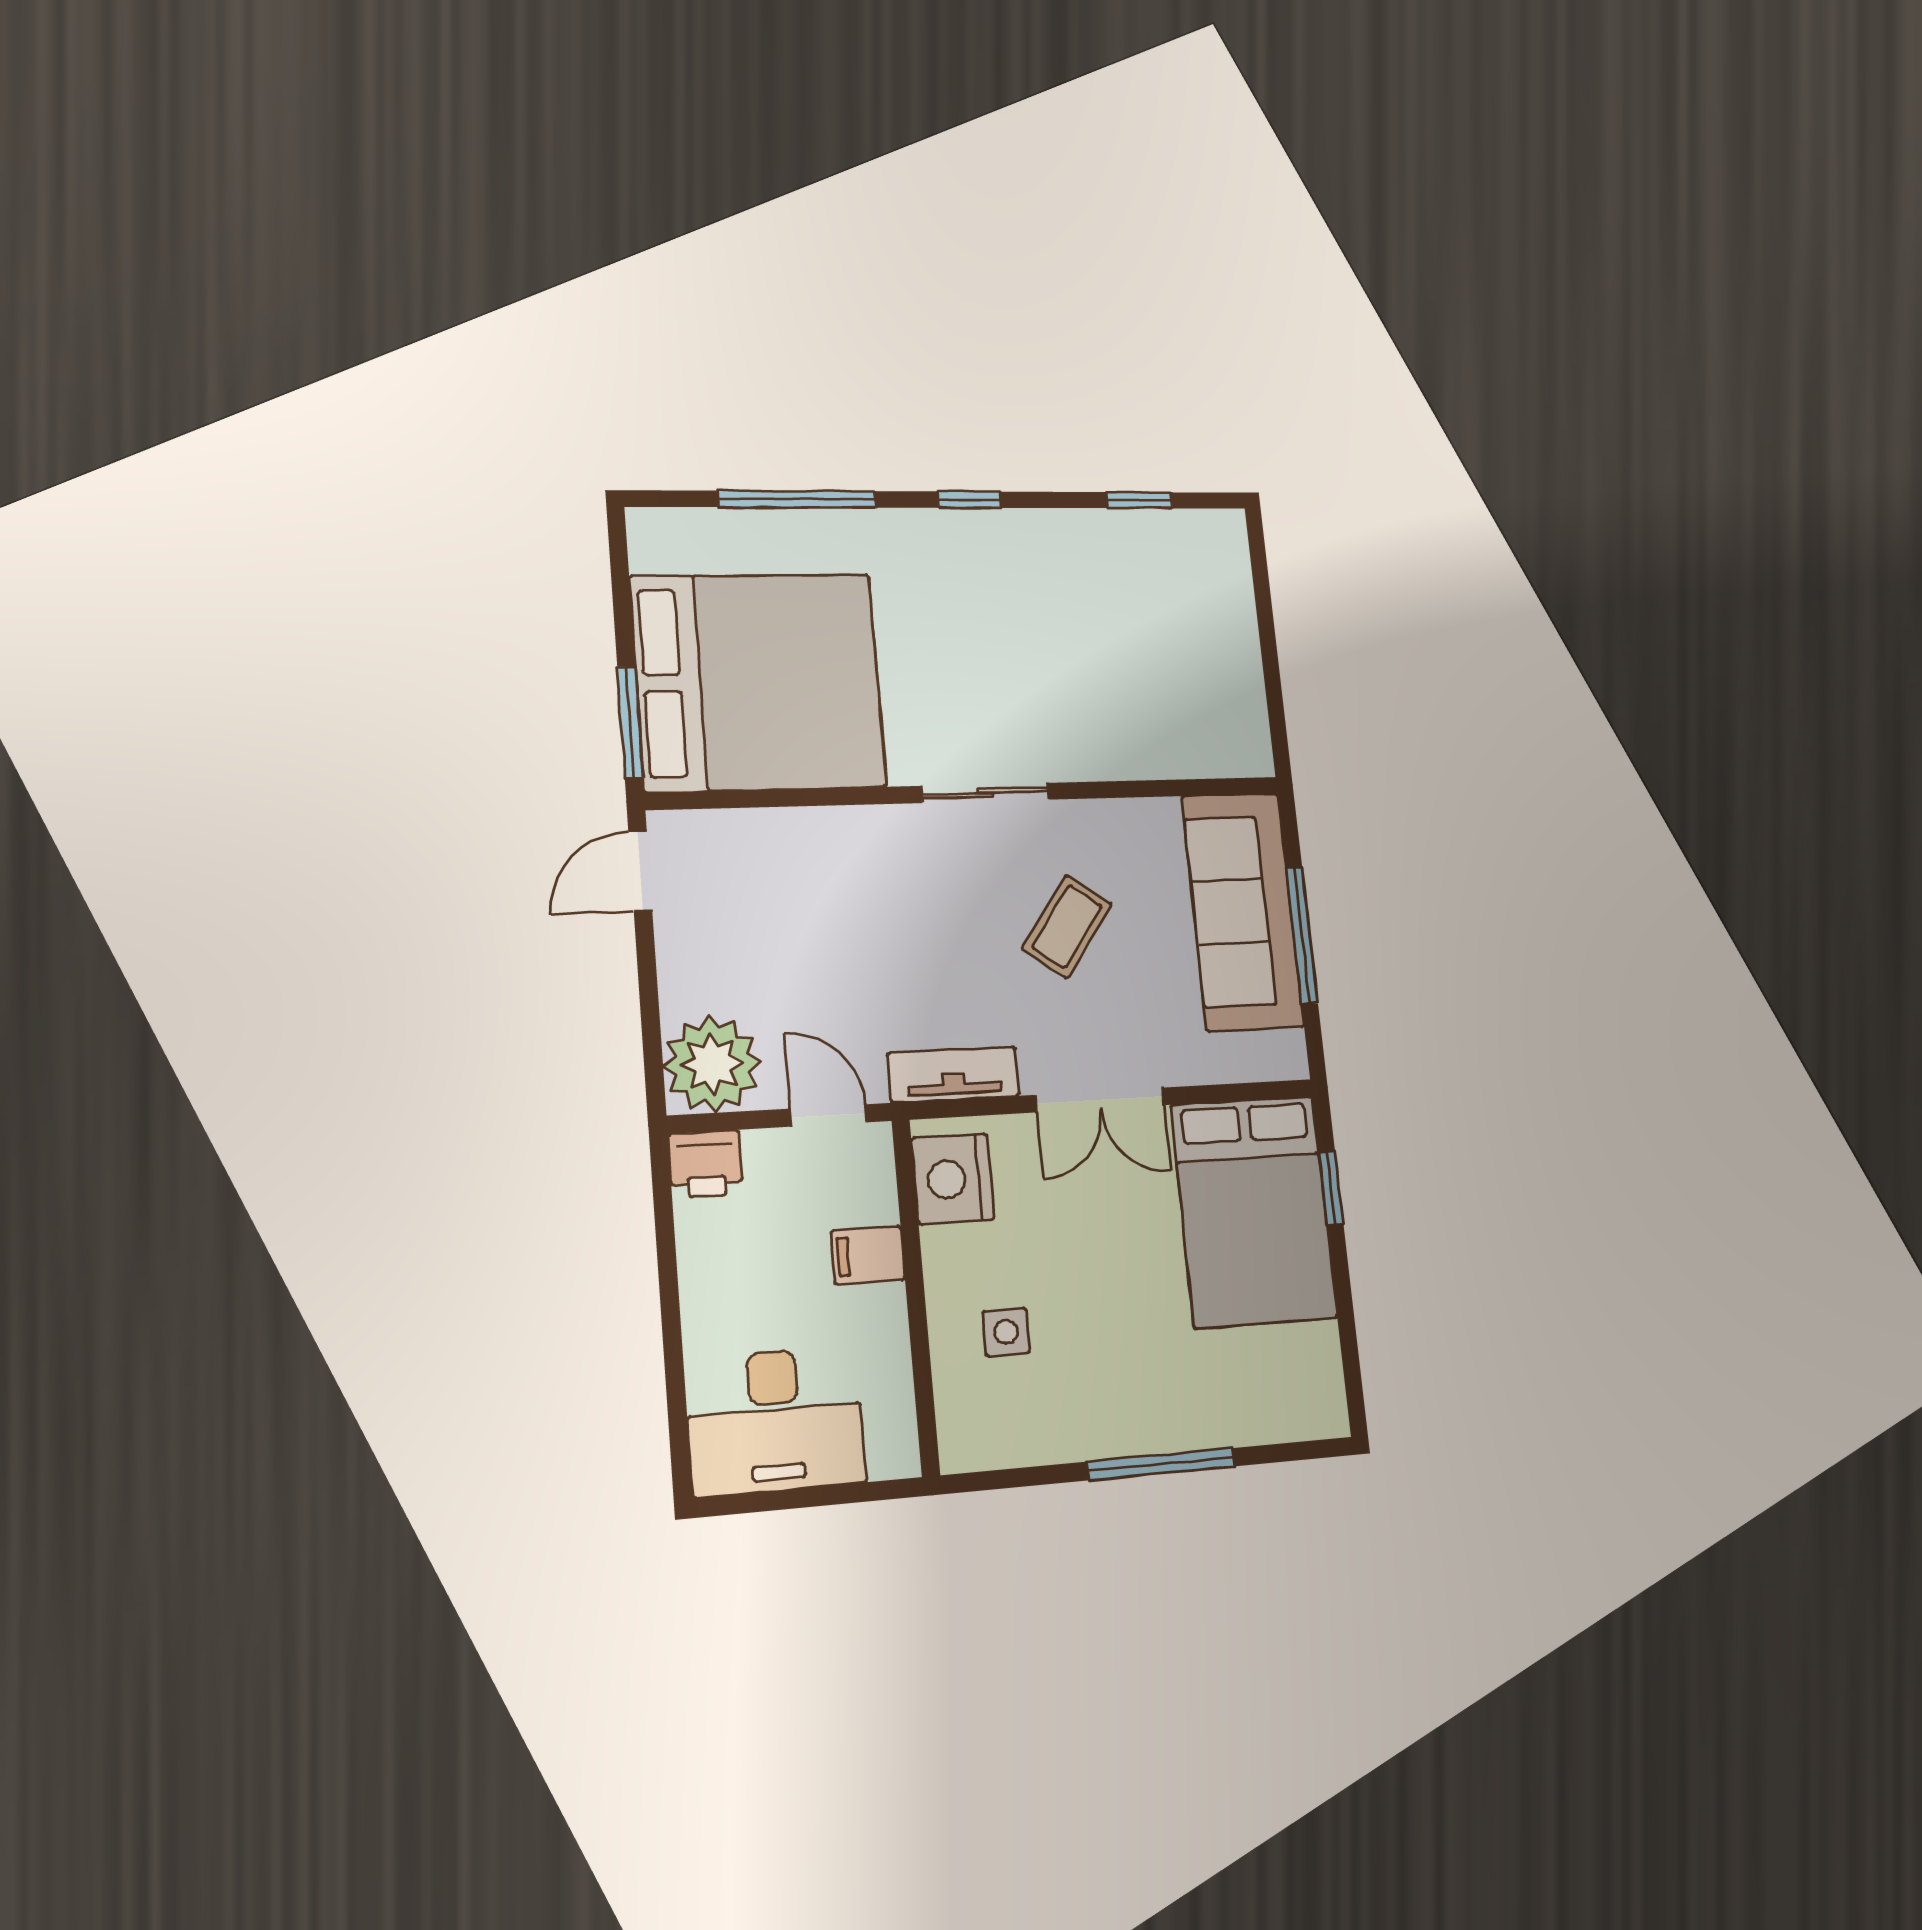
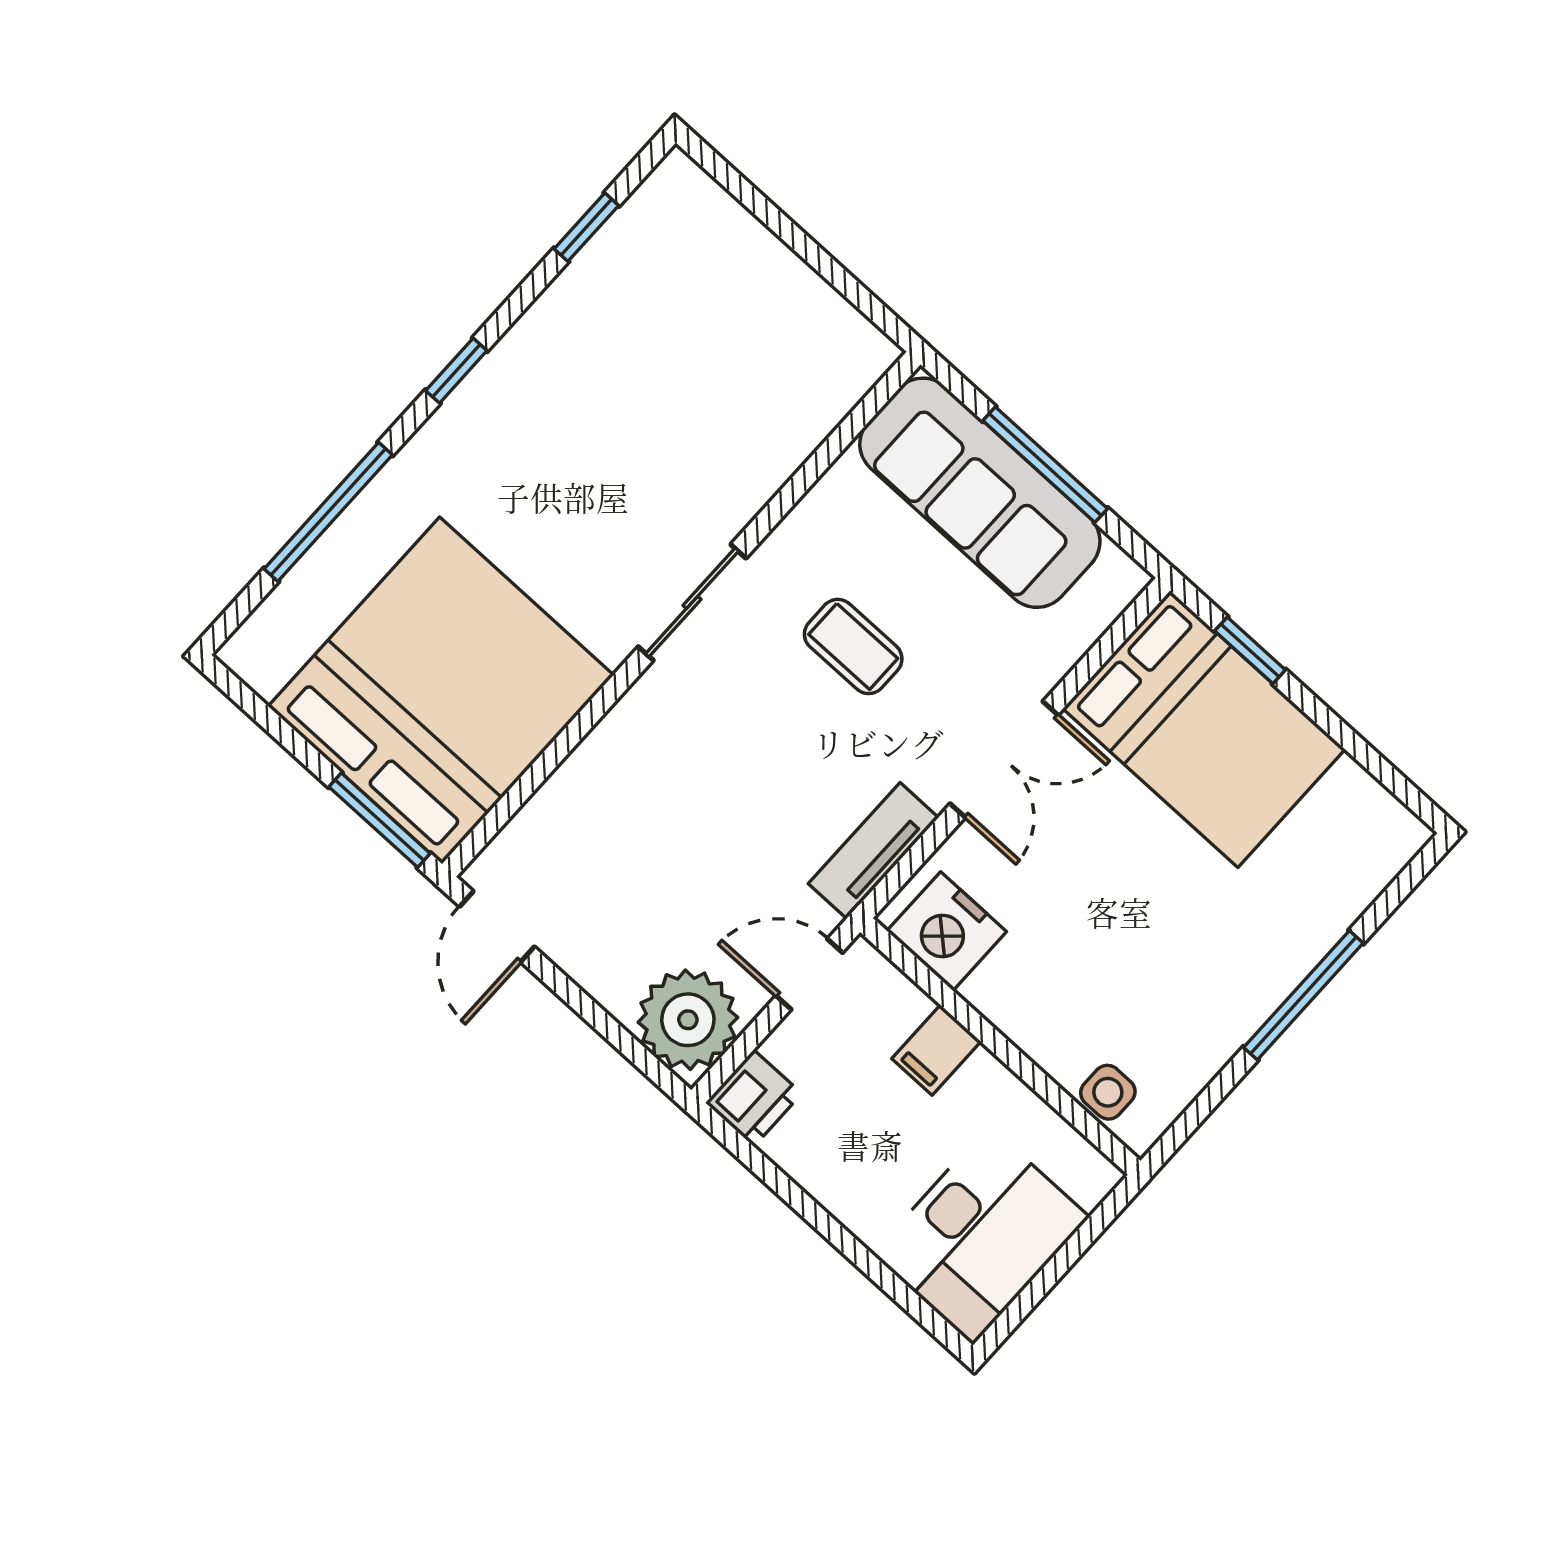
coffee table: (1067, 927) -> (853, 646), turned -36
side table: (1006, 1332) -> (1108, 1092), moved

